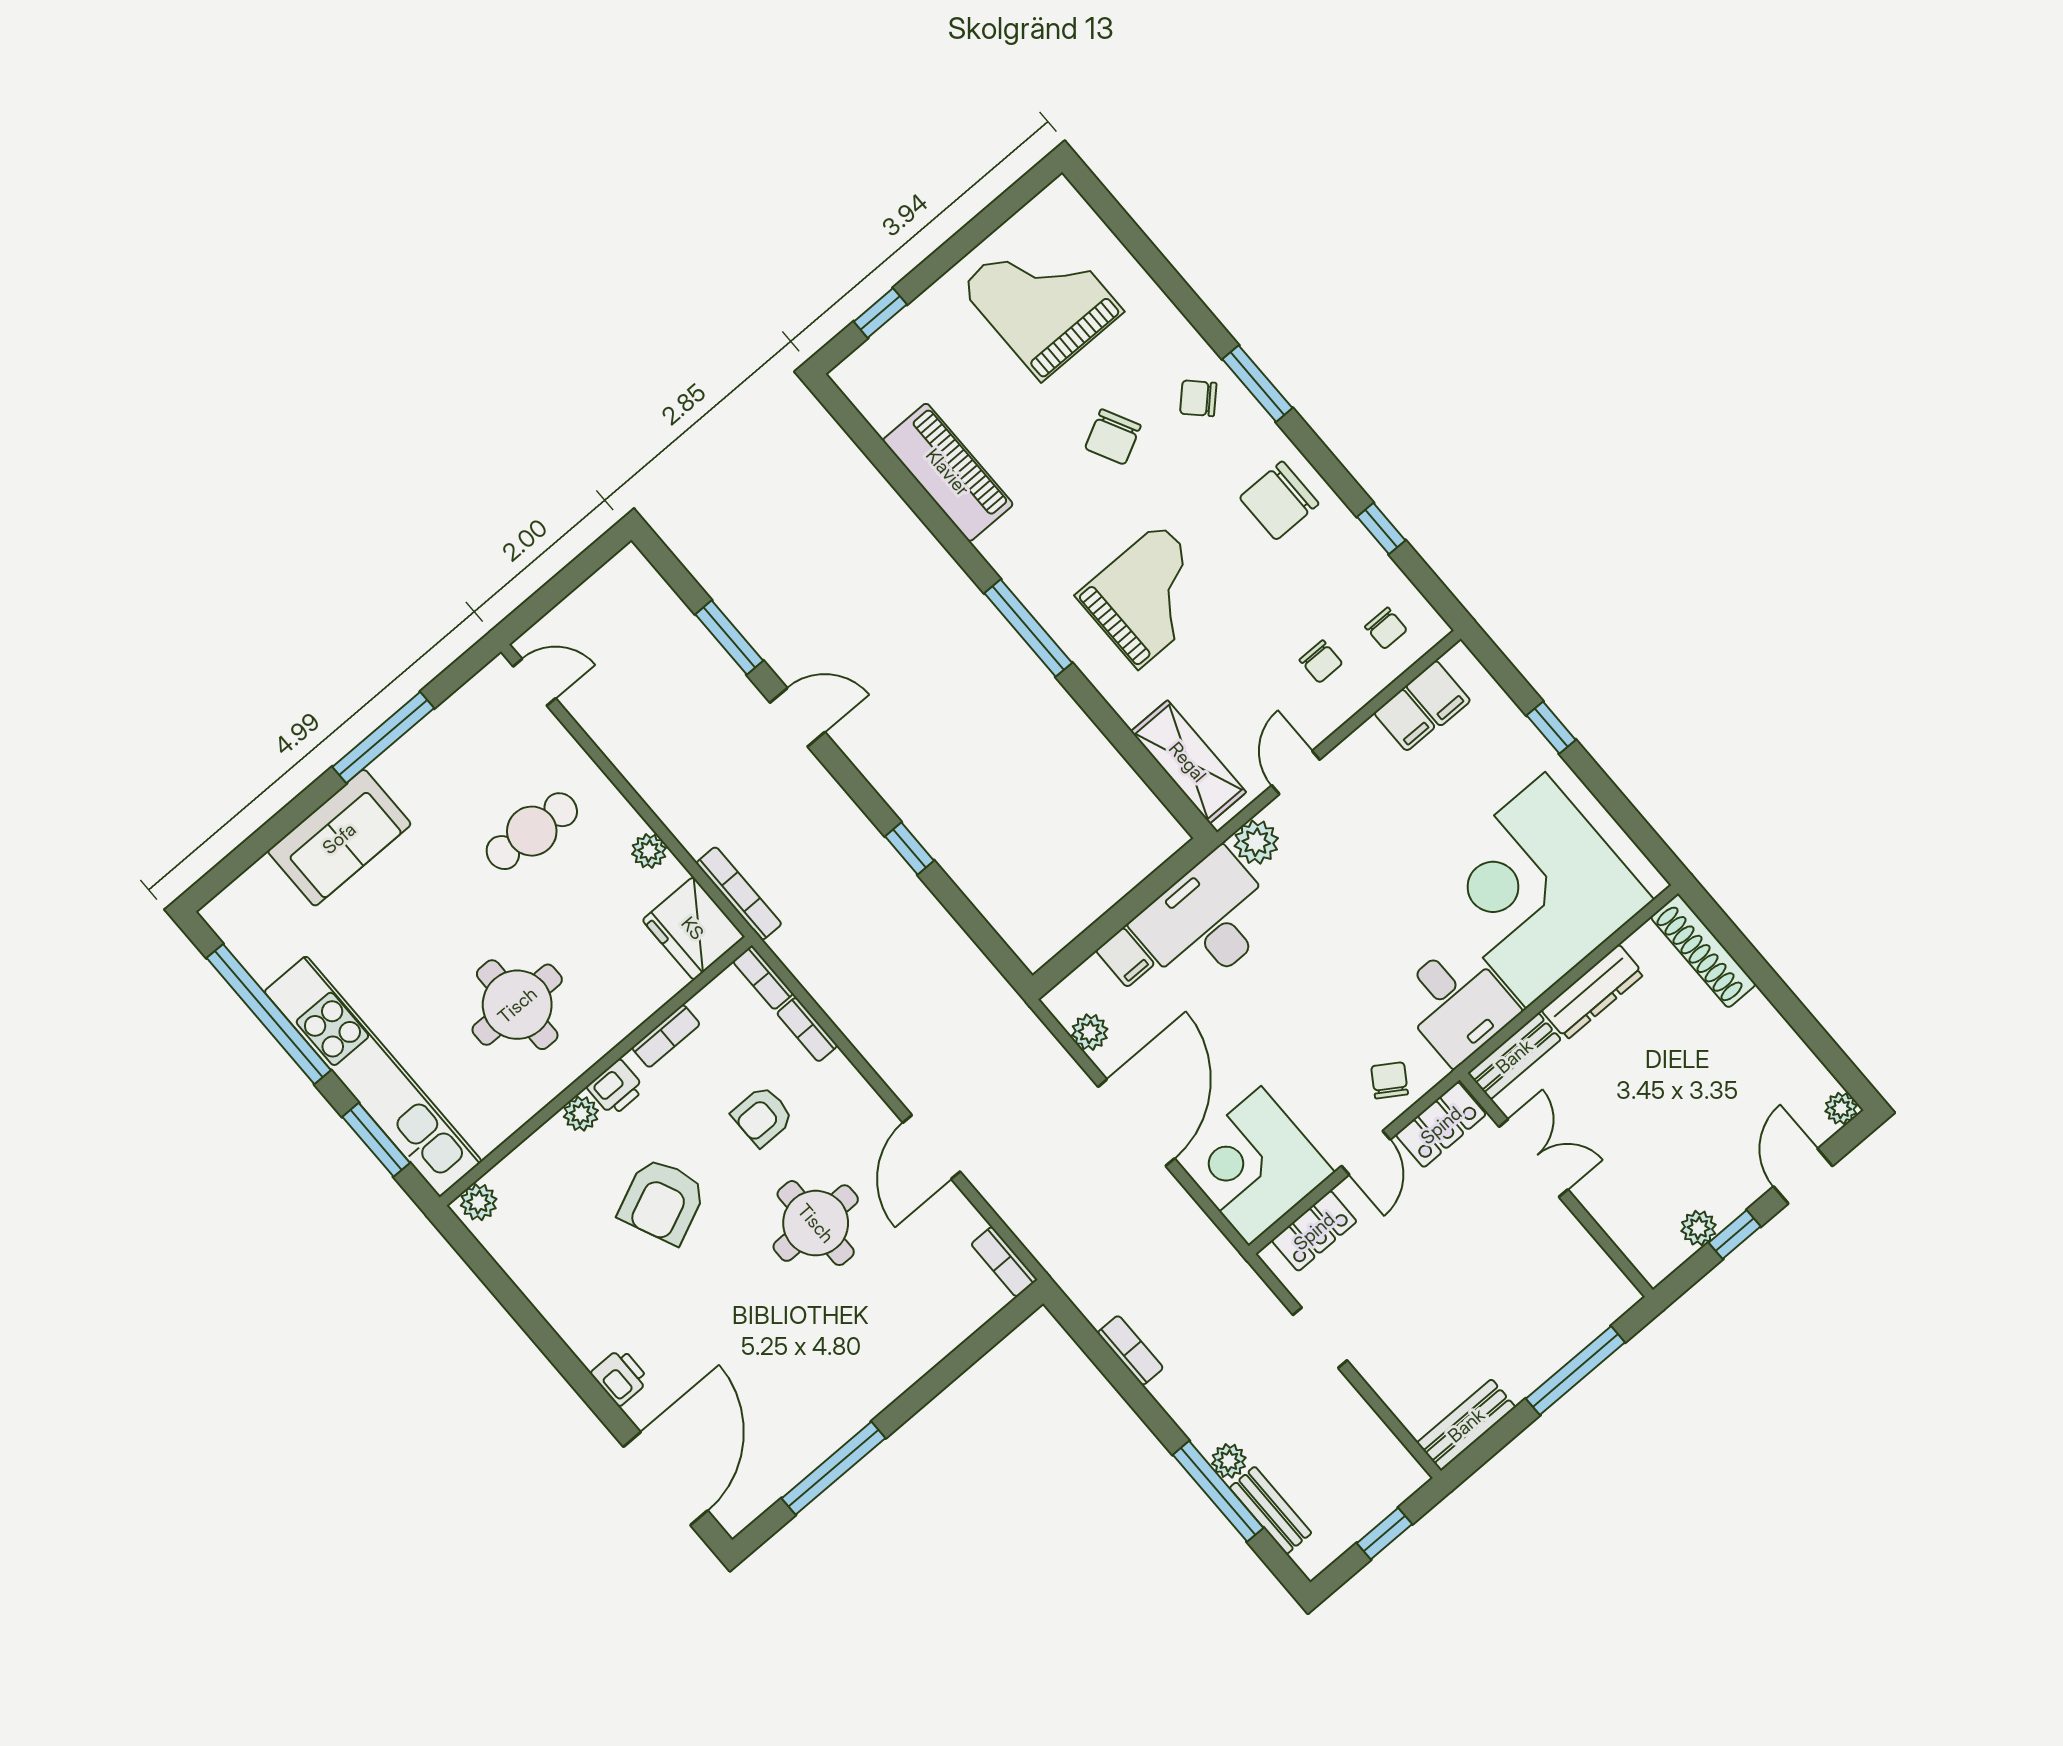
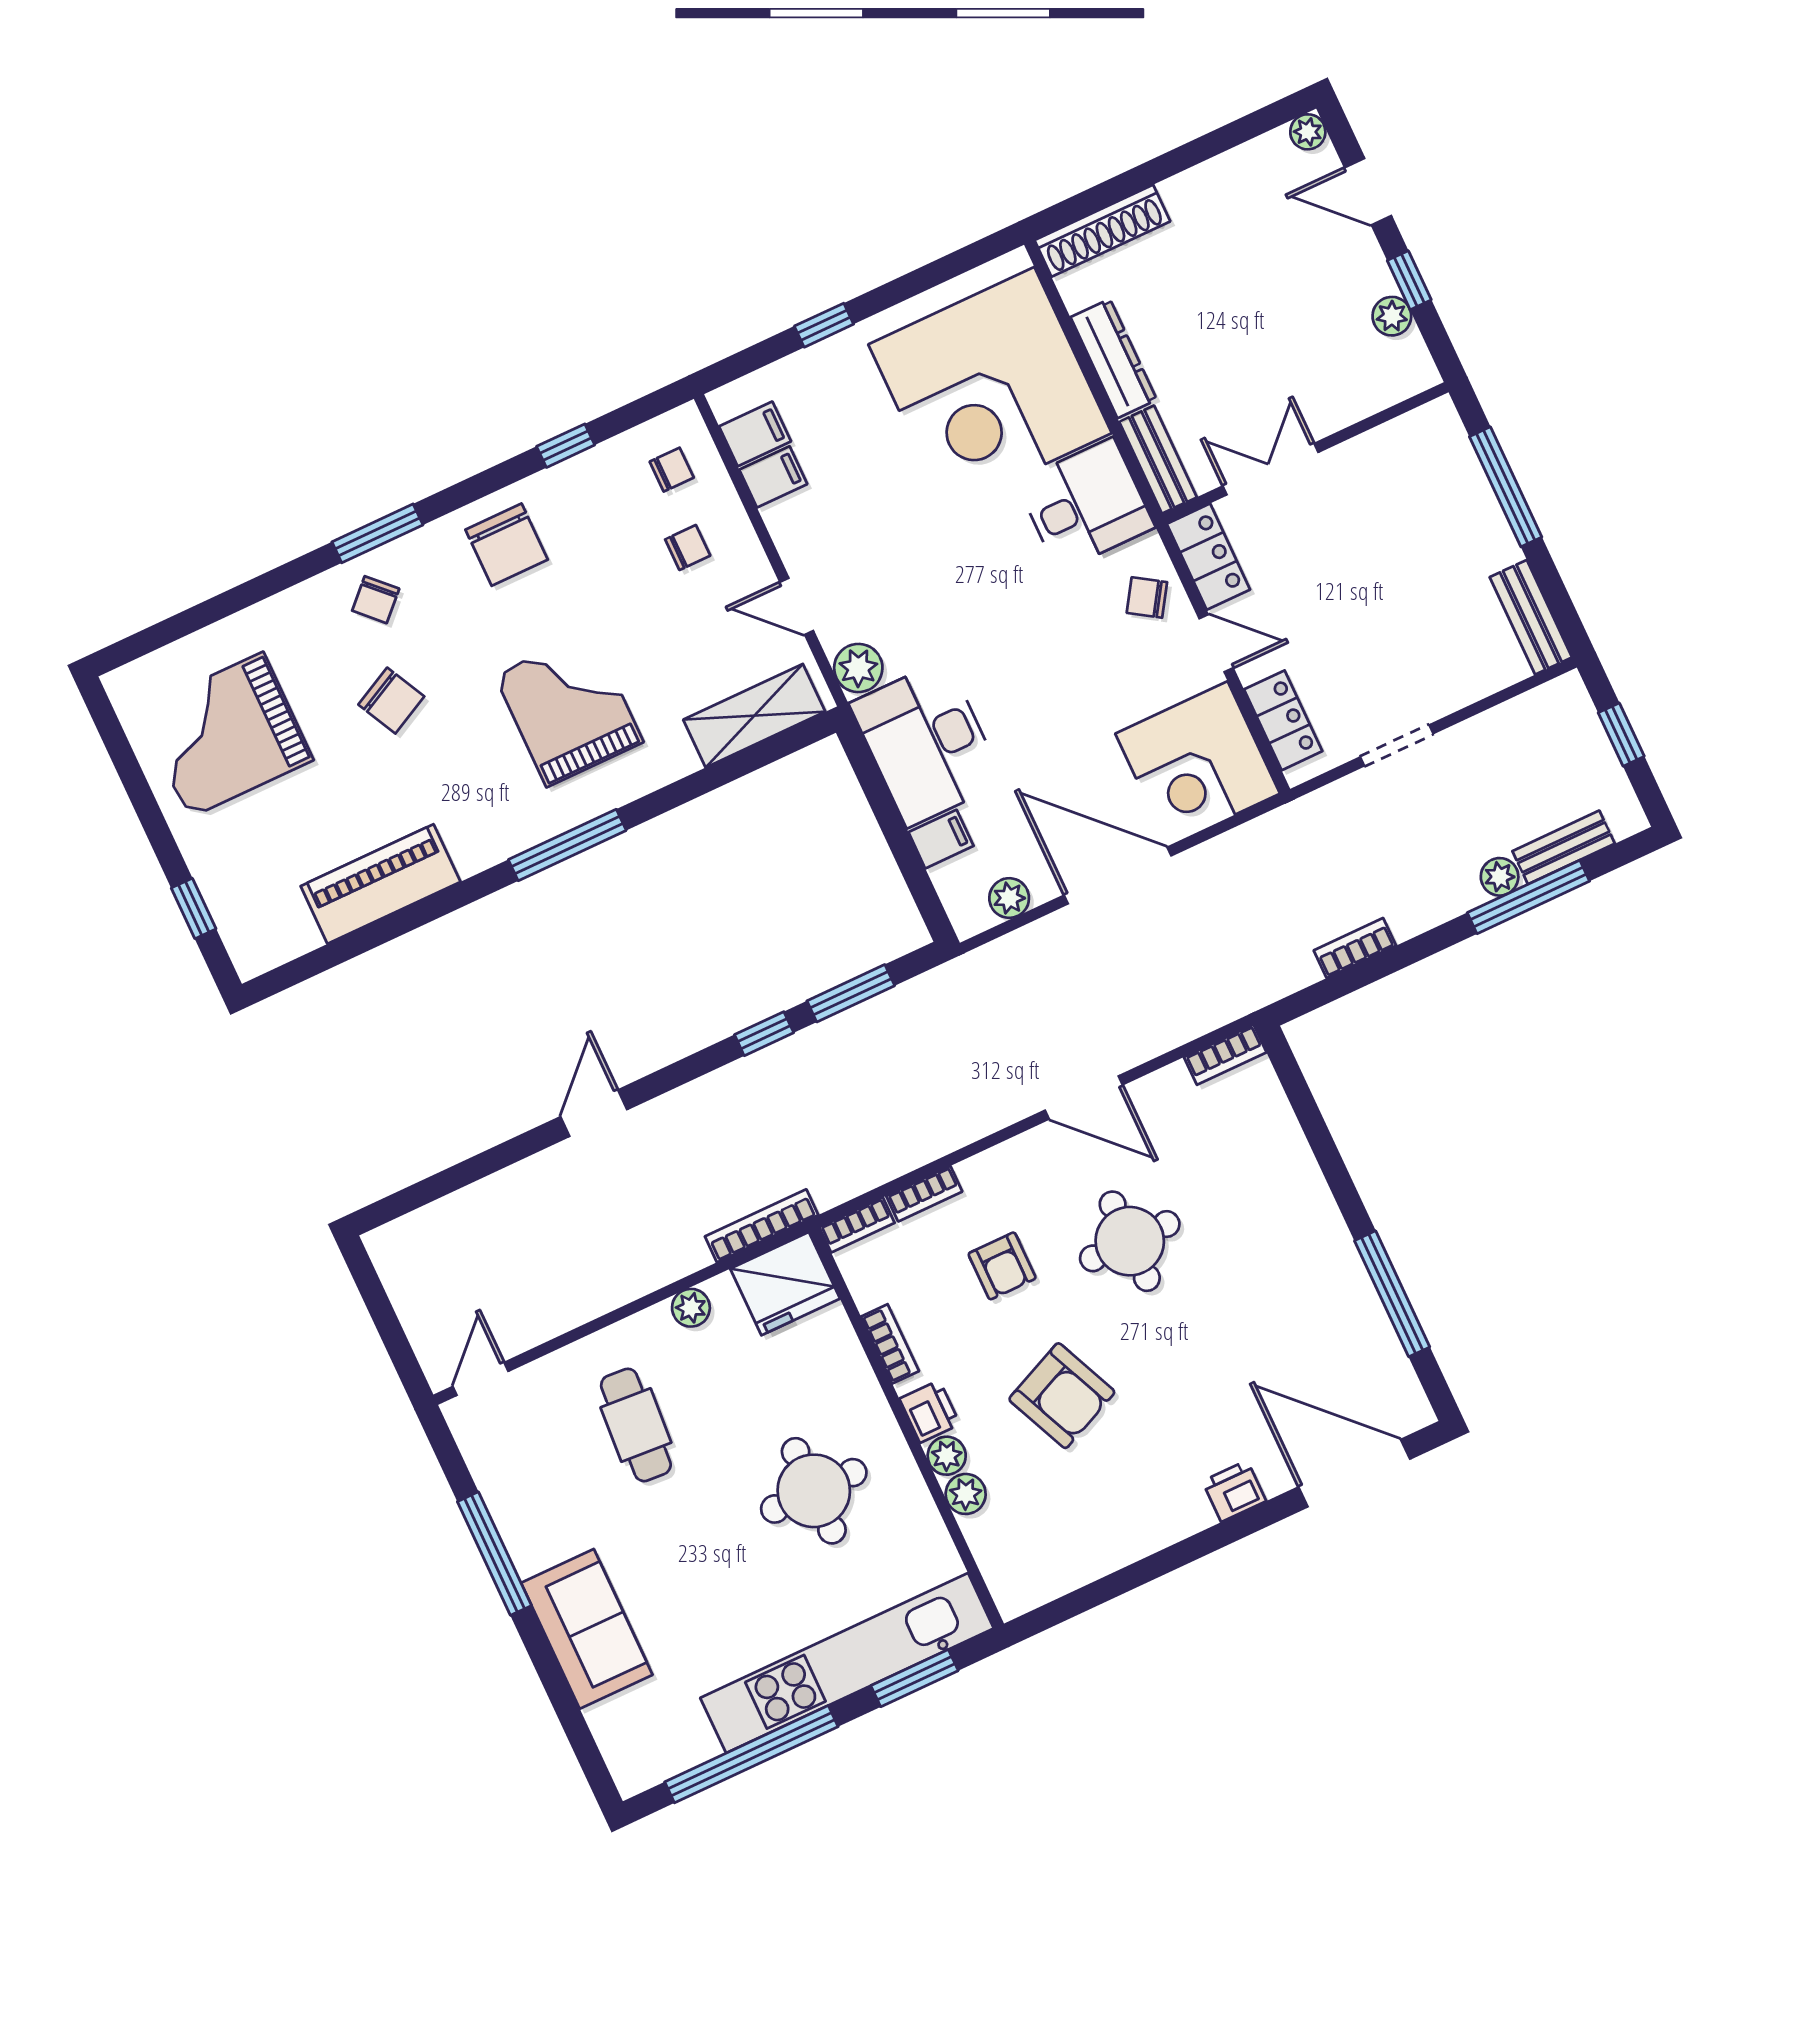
window: (729, 637) -> (851, 993), moved
plant: (479, 1202) -> (966, 1494), moved

